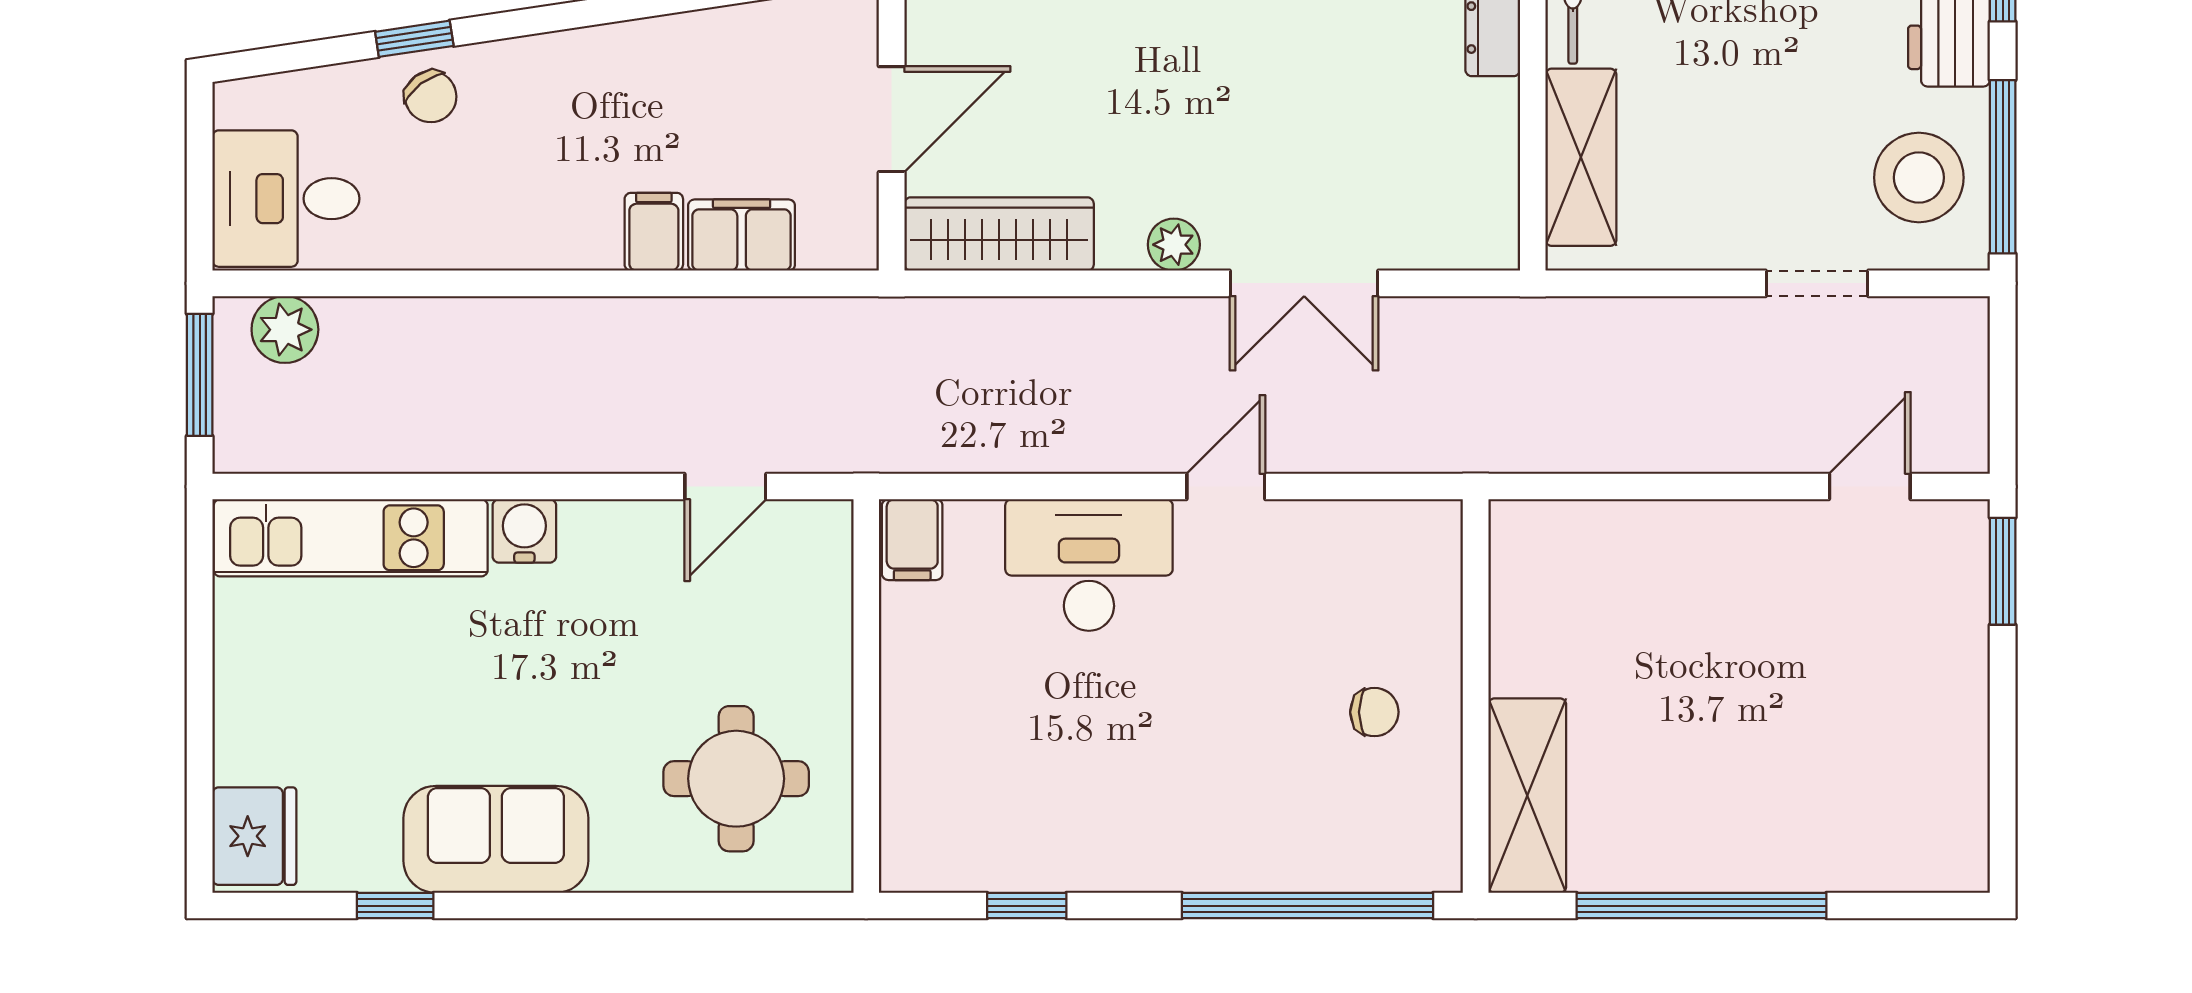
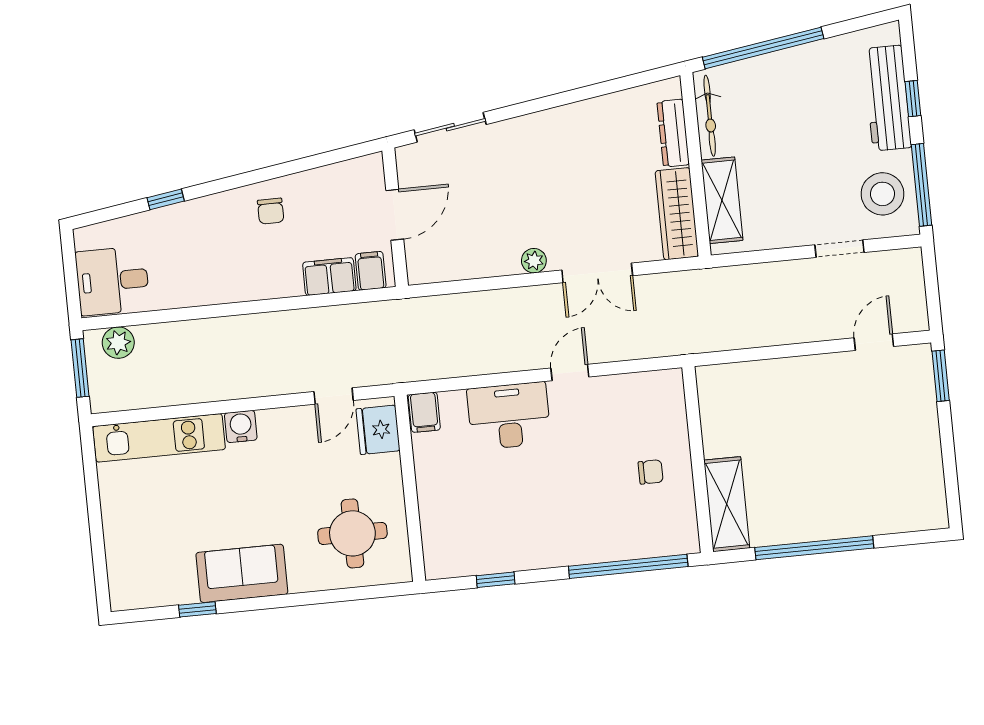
chair: (431, 97) -> (271, 211), moved, turned 37
filing cabinet: (654, 232) -> (371, 271), moved
wardrobe: (999, 234) -> (677, 214), moved, turned -90
fridge: (254, 836) -> (378, 430), moved, turned 180

